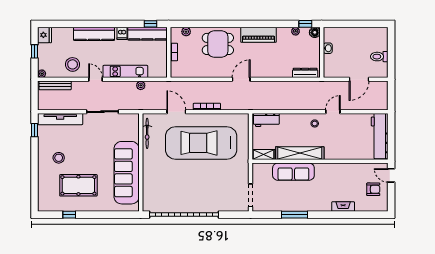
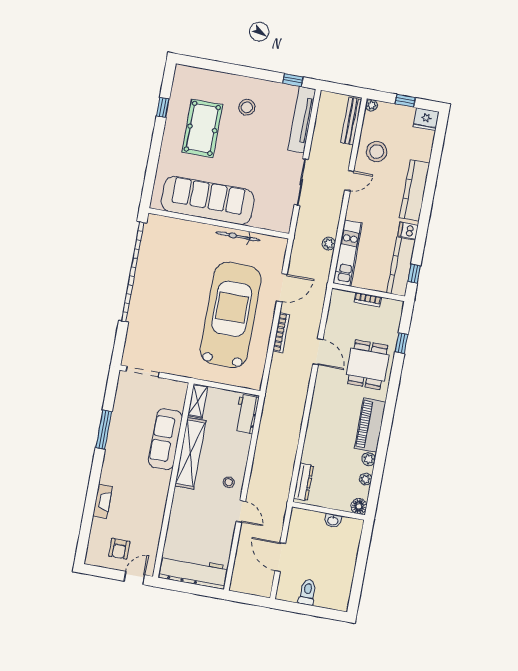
window: (305, 24) -> (401, 343), moved
plant: (186, 32) -> (369, 459), moved
kitchen unit: (125, 71) -> (348, 253), moved
door: (241, 79) -> (318, 352), moved
bicycle: (147, 133) -> (238, 236), moved

